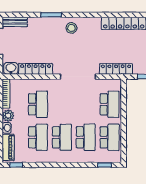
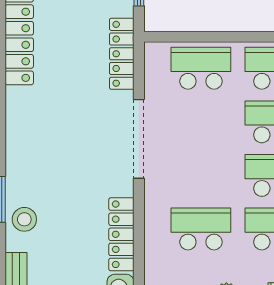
stool: (71, 28) -> (24, 219), moved

